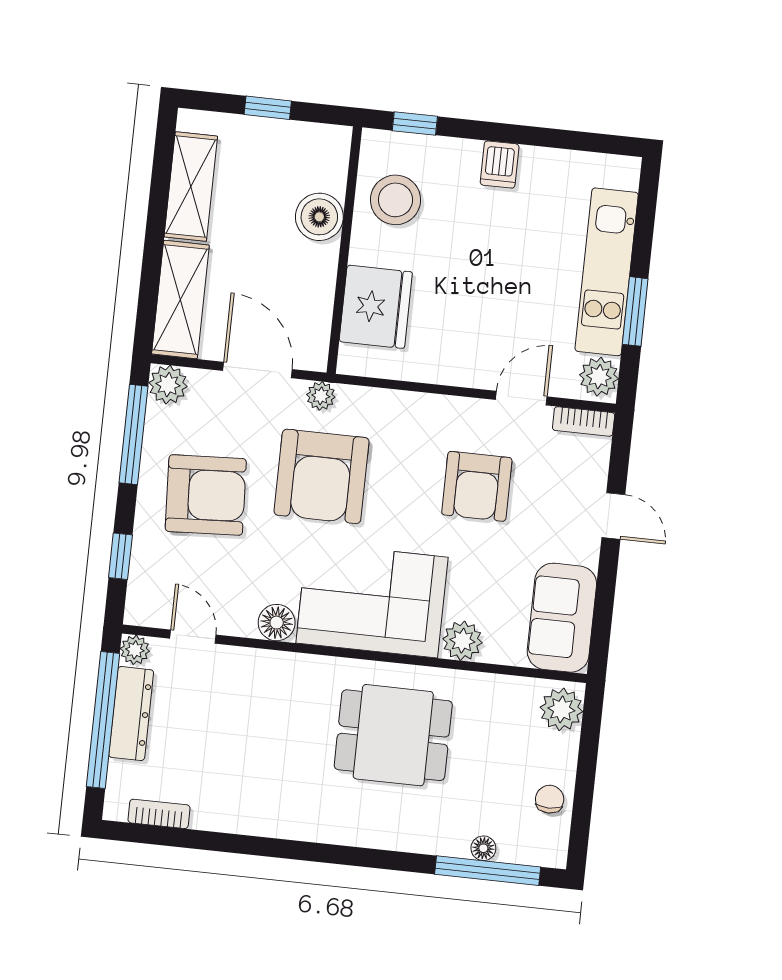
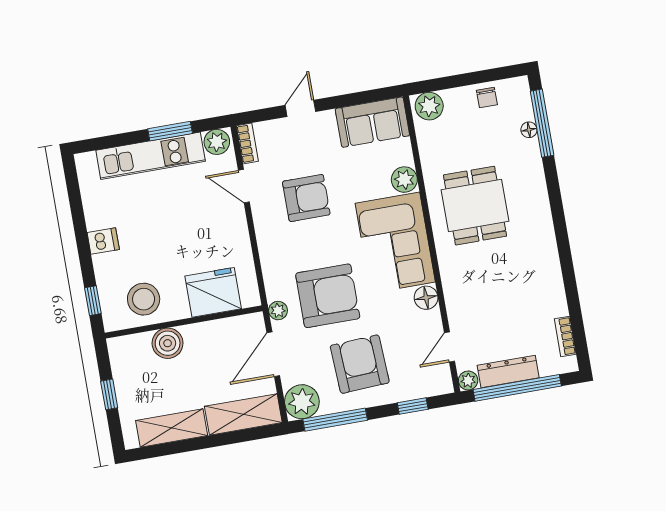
plant: (168, 385) -> (302, 402), width x1.36, depth x1.36
chair: (550, 799) -> (487, 98), turned -90

